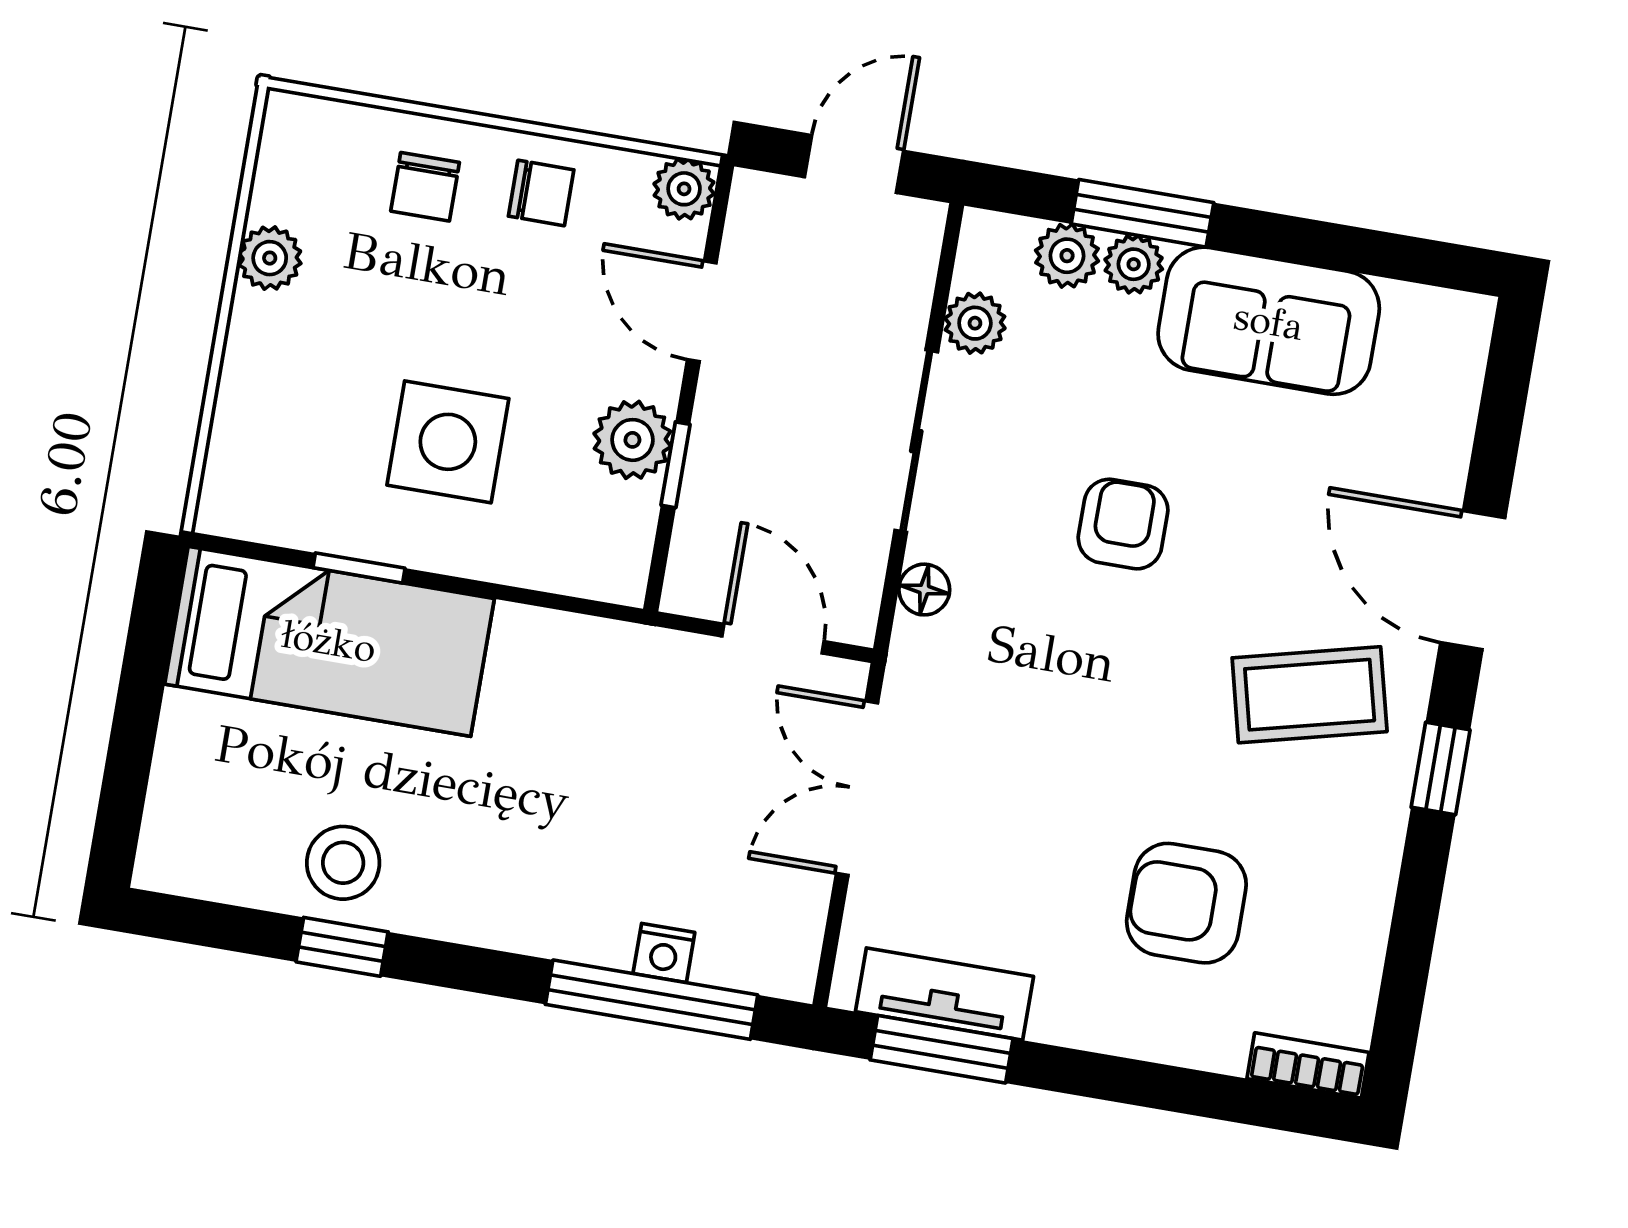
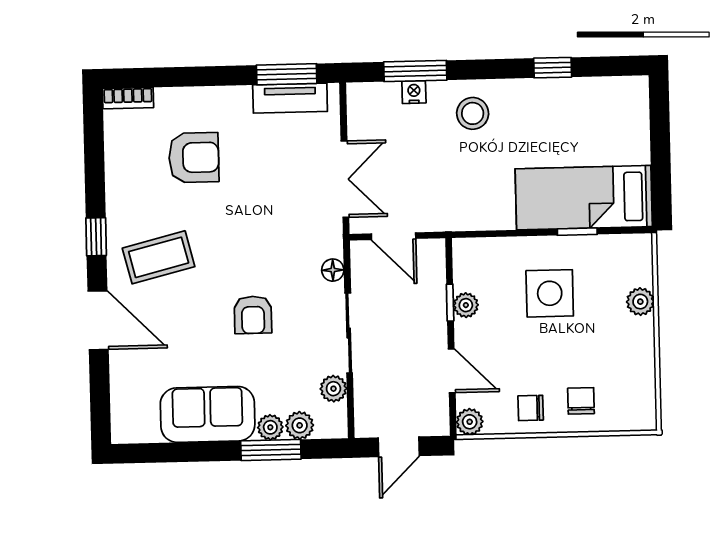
plant: (270, 258) -> (640, 302), moved
plant: (632, 440) -> (466, 305), width x0.73, depth x0.73
stool: (343, 863) -> (473, 113), moved
window: (652, 1000) -> (415, 71), width x0.69

